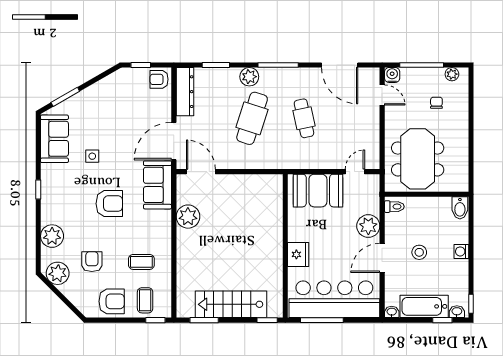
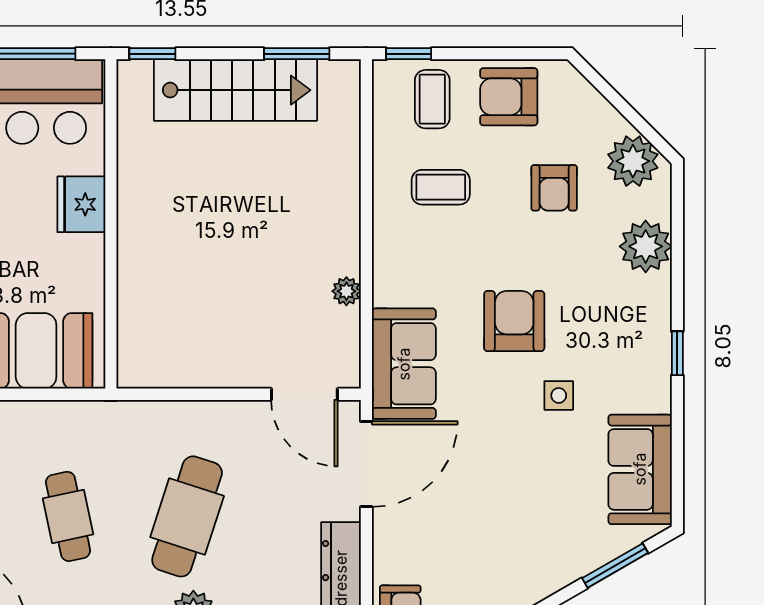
side table: (92, 156) -> (559, 395), moved
armchair: (109, 204) -> (514, 321), turned 90
plant: (188, 217) -> (346, 291), width x0.53, depth x0.53

